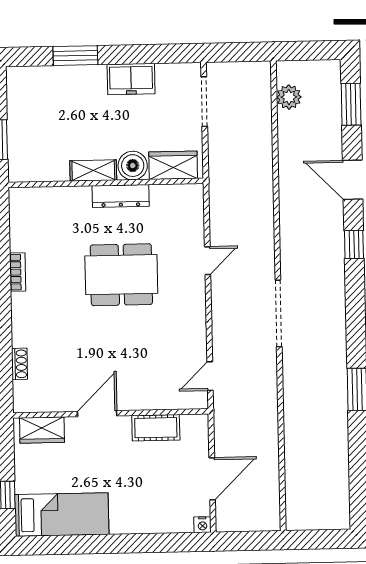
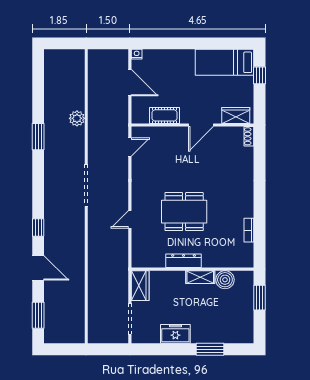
plant: (289, 97) -> (77, 118), moved
wardrobe: (173, 165) -> (140, 286), moved, turned -90
boiler: (133, 166) -> (225, 280), moved
bookcase: (18, 272) -> (249, 230), moved
shoe rack: (20, 364) -> (249, 136), moved
door: (212, 479) -> (130, 83), swing flipped

